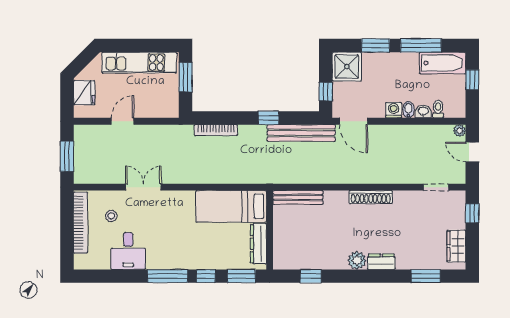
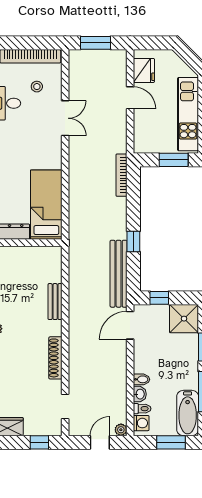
window: (472, 80) -> (171, 442), width x1.50
fridge: (84, 93) -> (144, 70), moved, turned -90
washing machine: (394, 110) -> (141, 423), moved
bookcase: (216, 130) -> (121, 175), moved
bench: (298, 197) -> (55, 302), moved, width x0.73
shoe rack: (371, 197) -> (55, 358), moved

